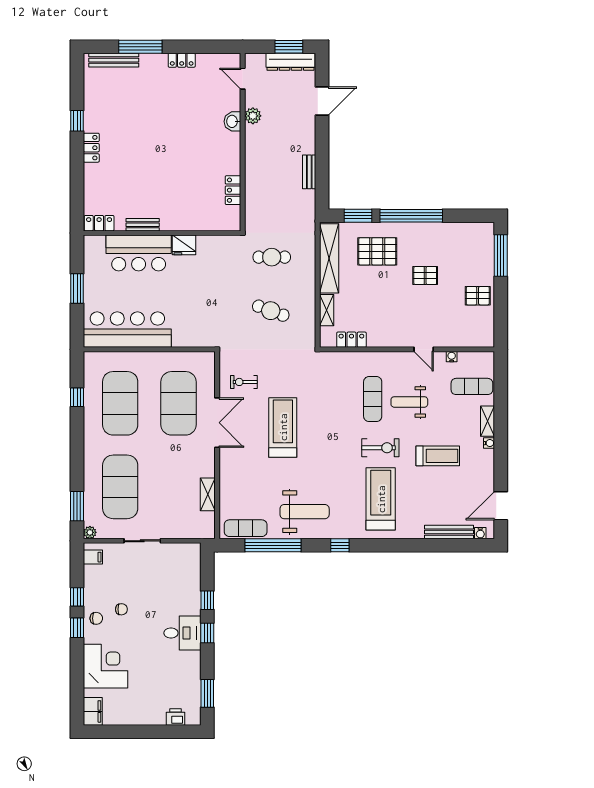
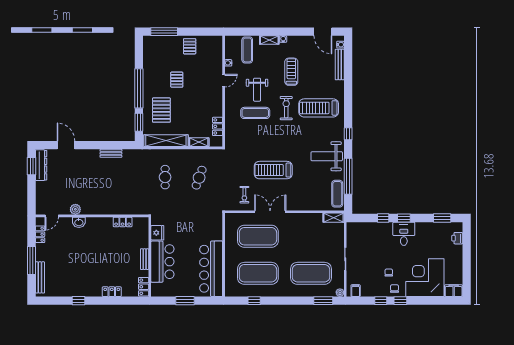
door: (243, 79) -> (52, 216), moved
plant: (253, 116) -> (75, 209), moved
washbasin: (232, 121) -> (79, 222), moved
wall: (243, 142) -> (92, 216), moved
locker: (91, 148) -> (112, 292), moved
locker: (233, 190) -> (123, 222), moved
shelving: (208, 494) -> (334, 218), moved
weight bench: (305, 512) -> (327, 156), turned -90
corner desk: (106, 666) -> (425, 278), width x1.36, depth x1.36

